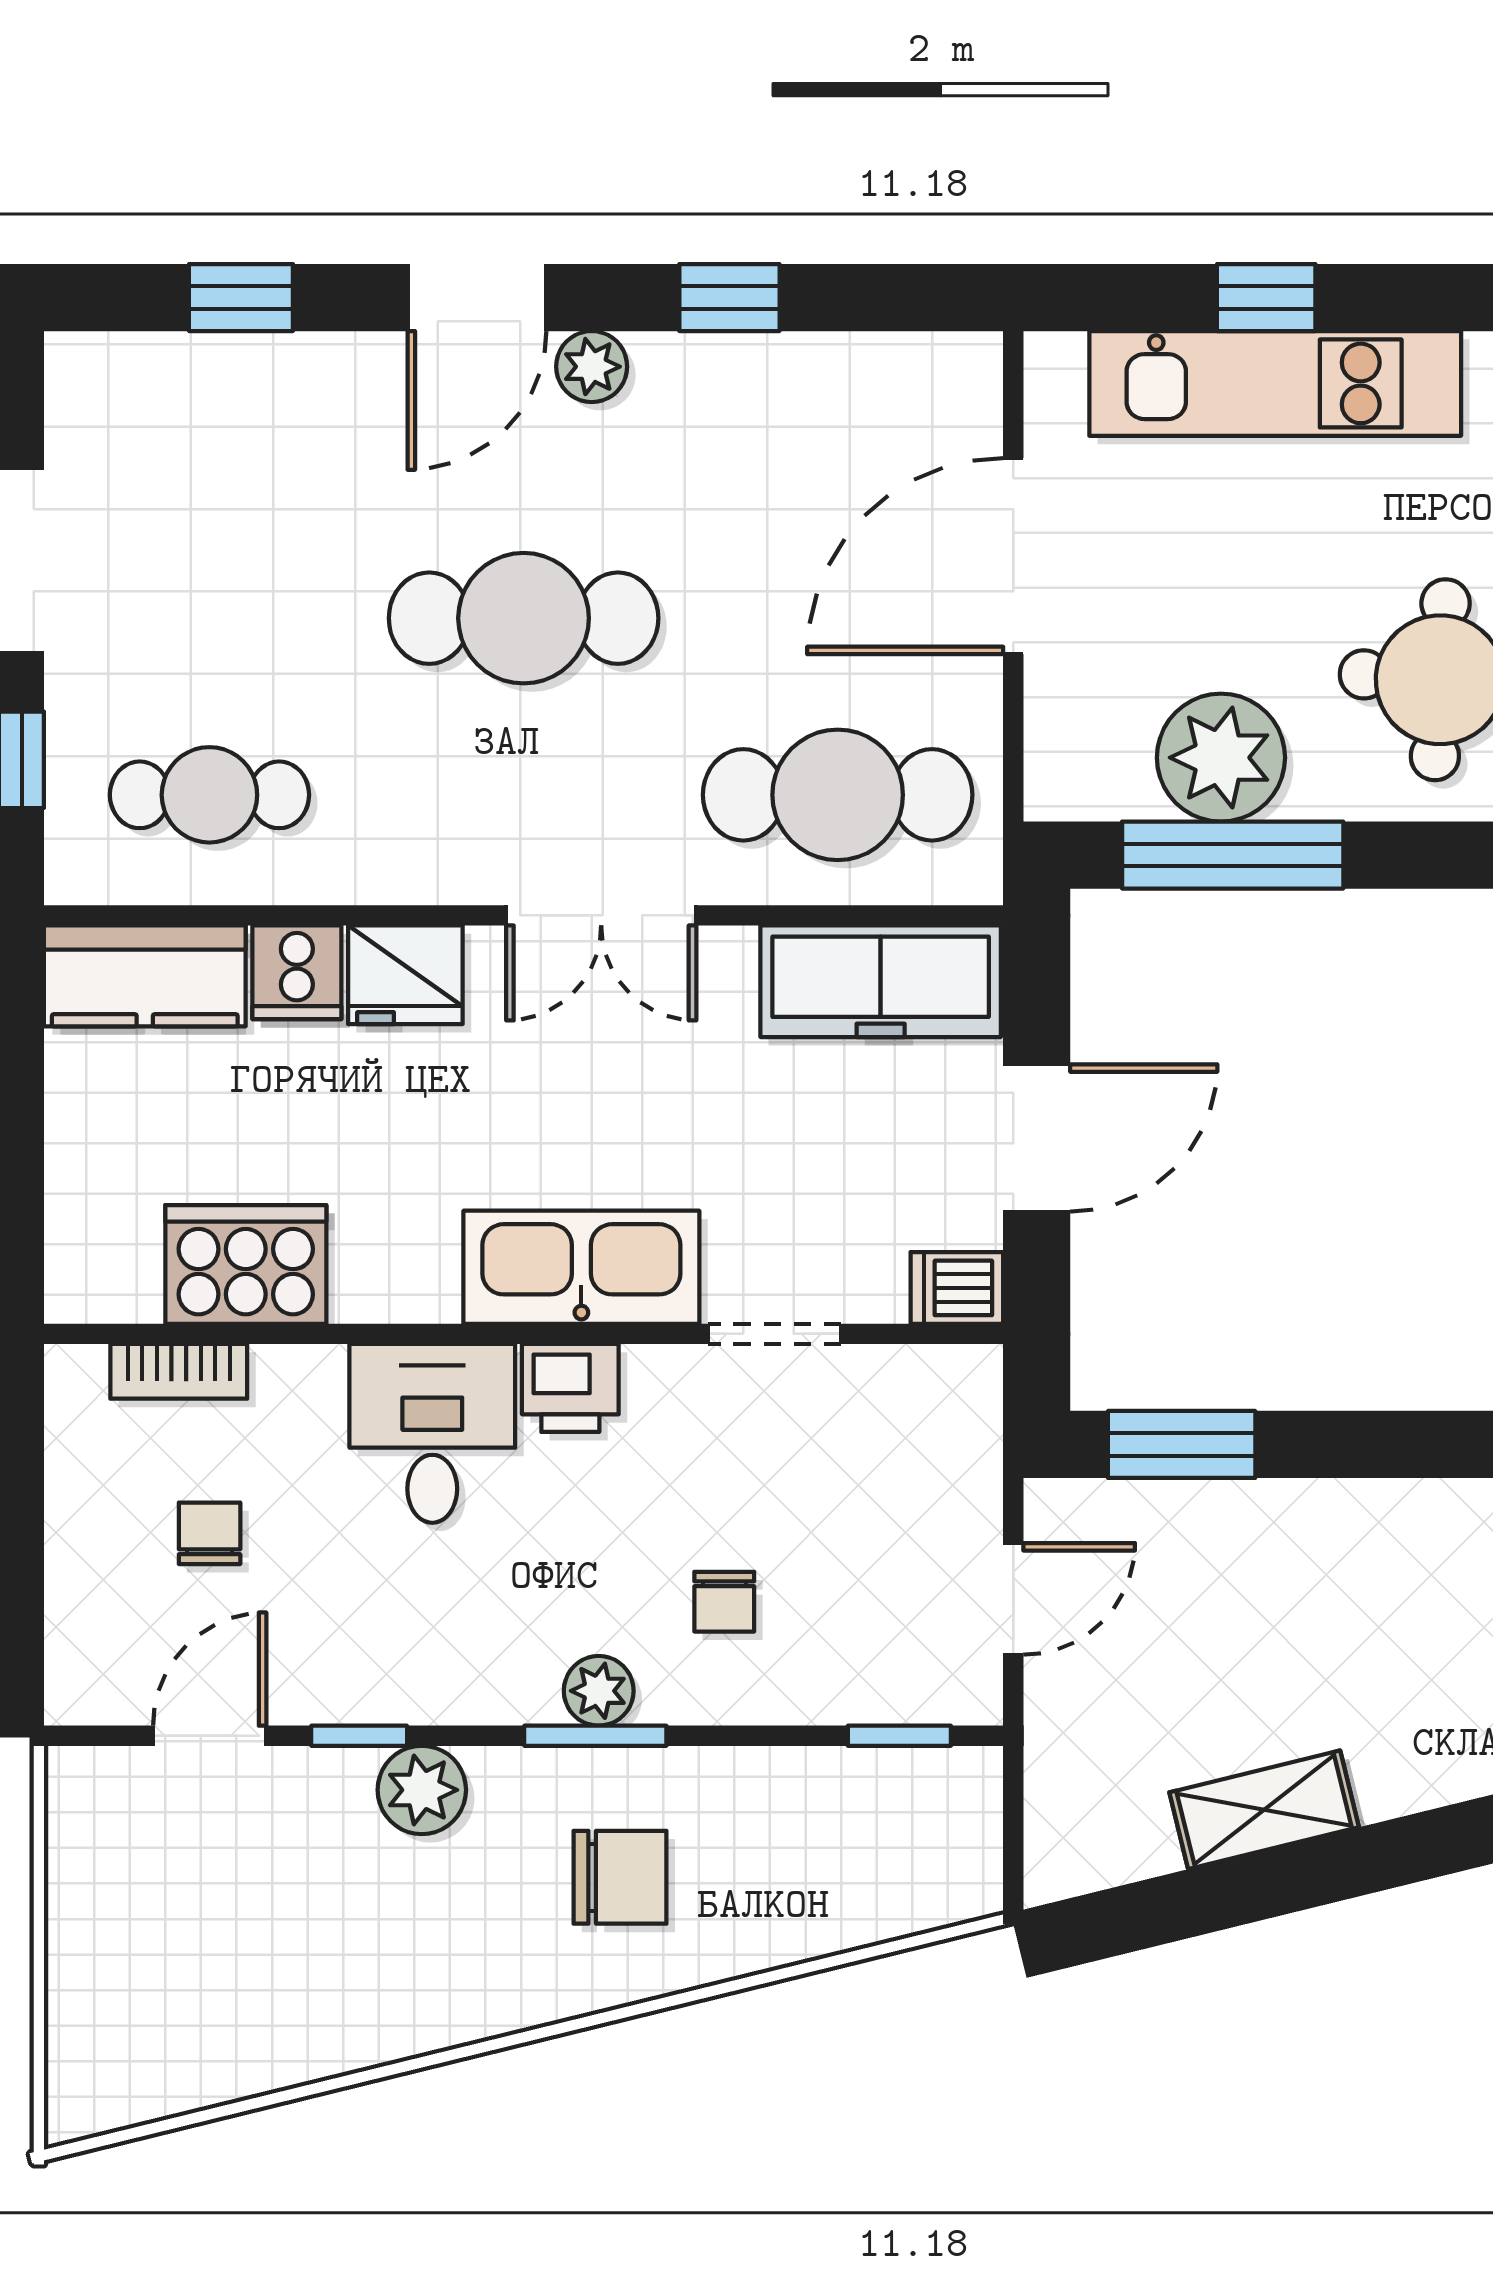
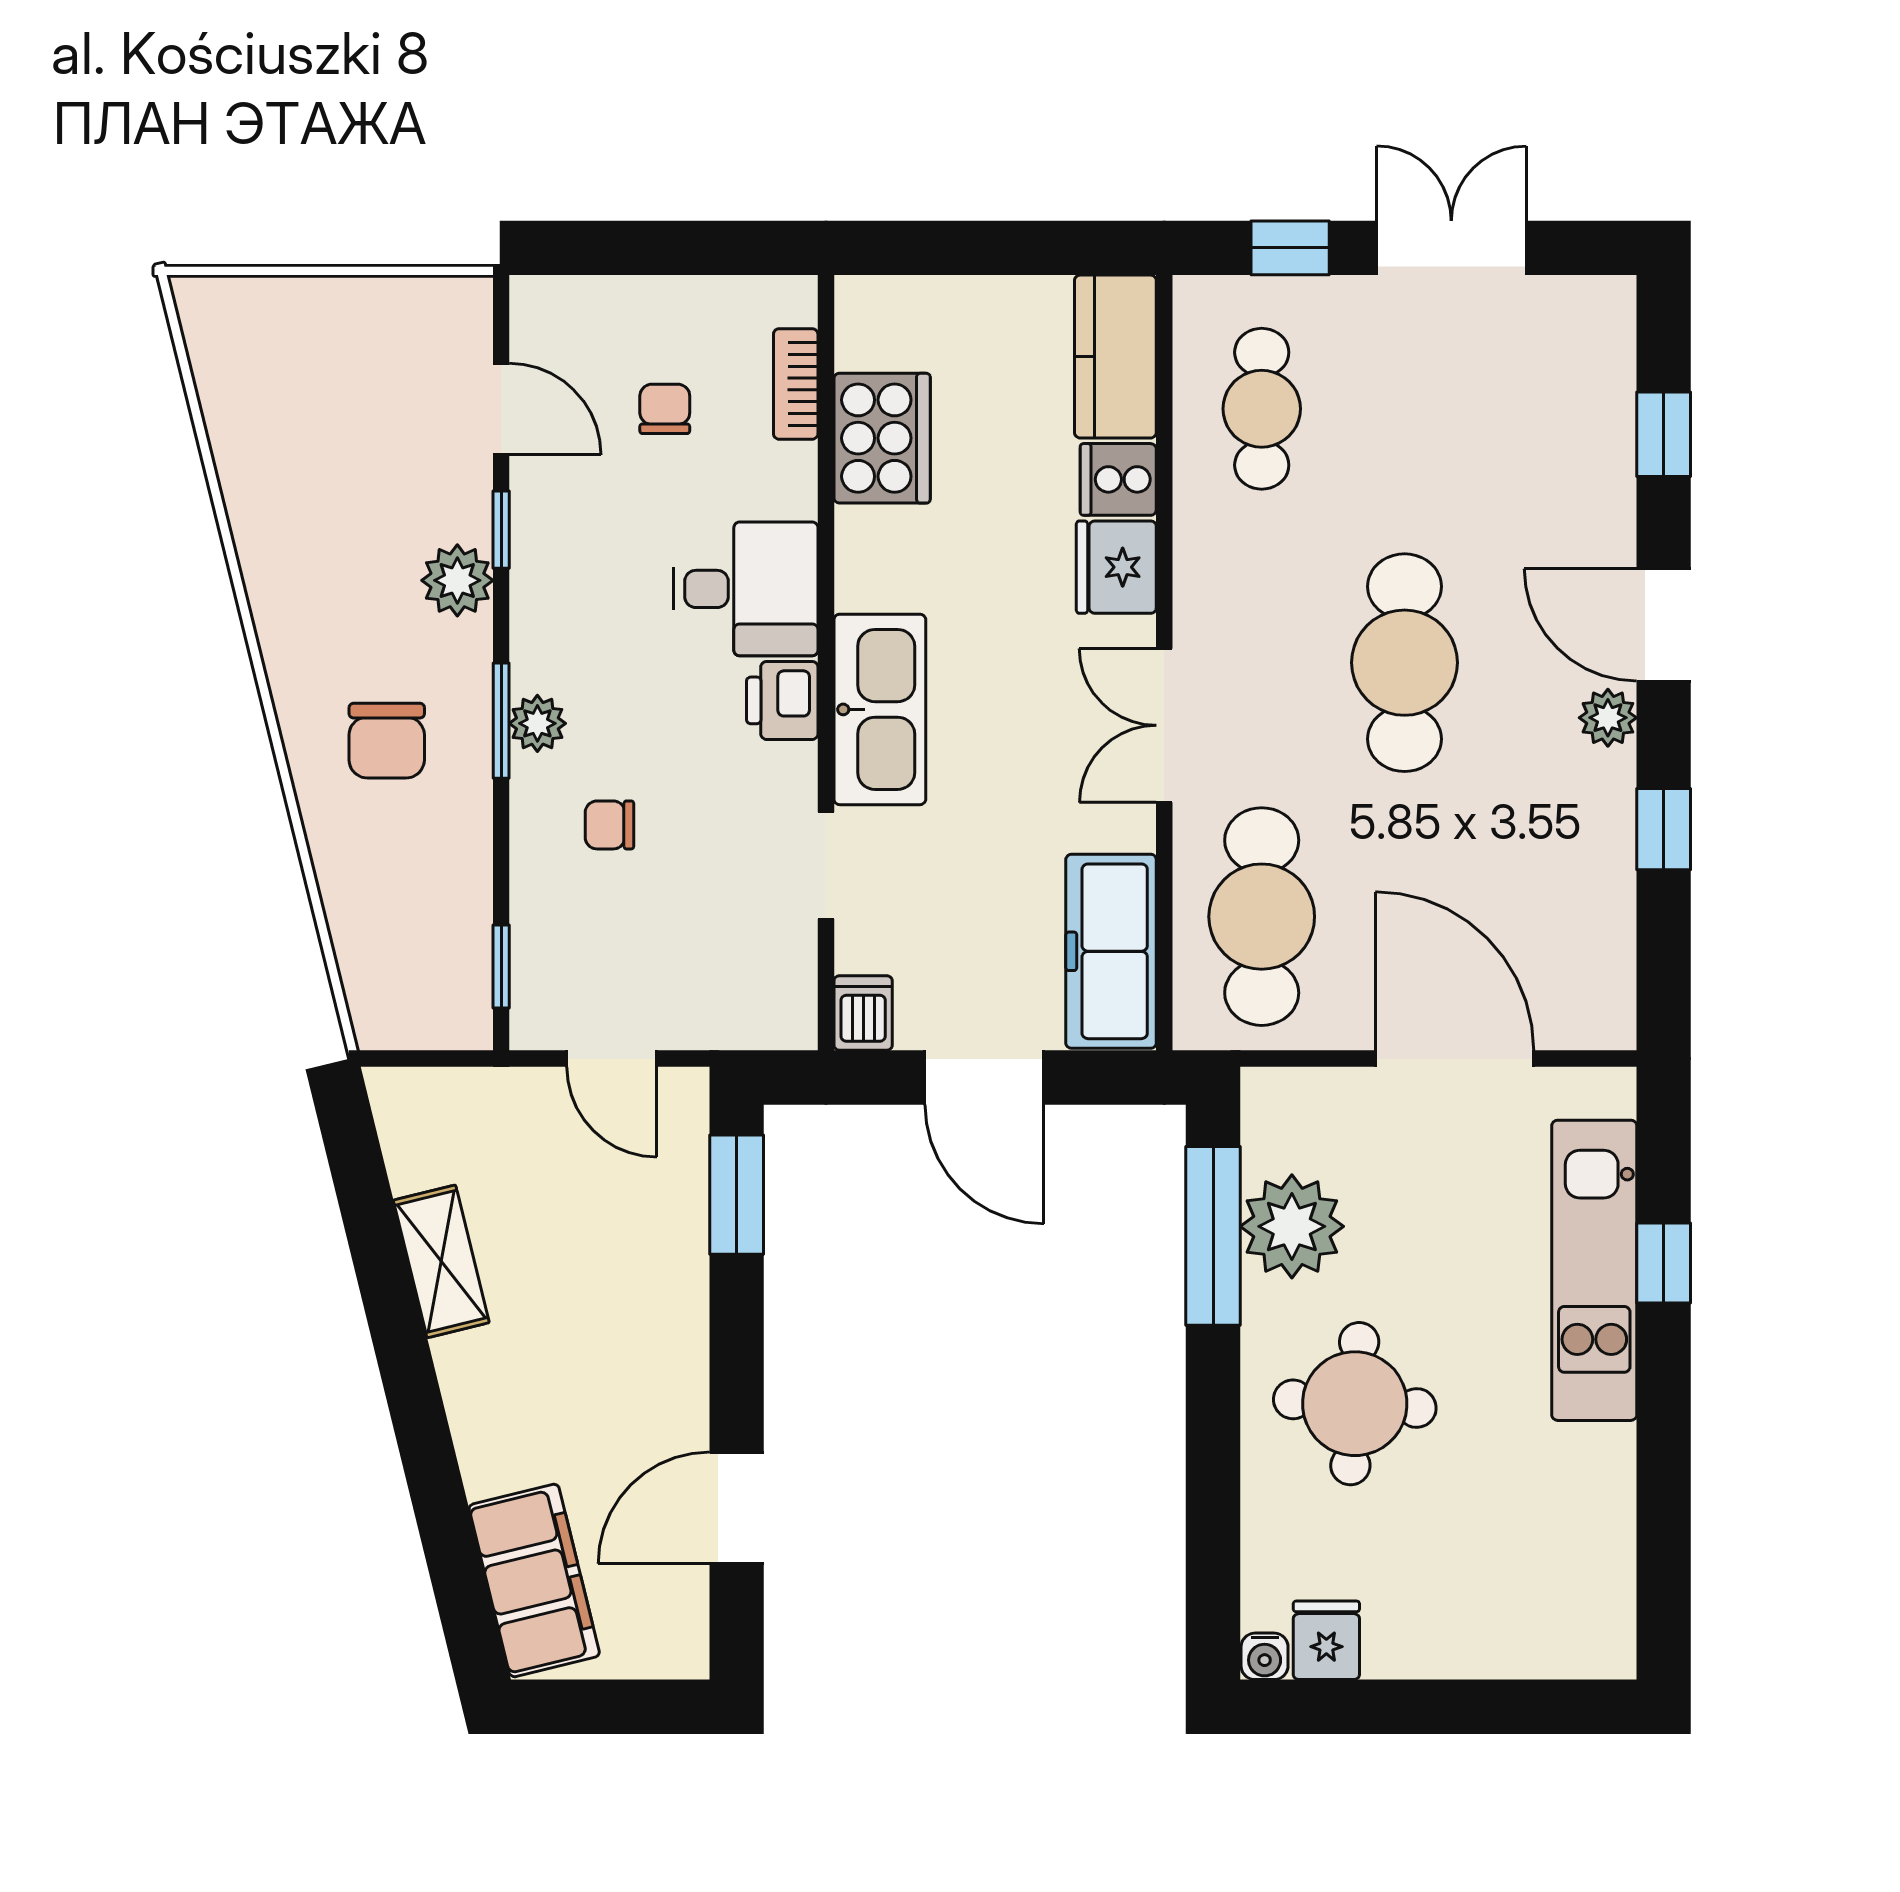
chair: (210, 1533) -> (665, 409), turned -90

